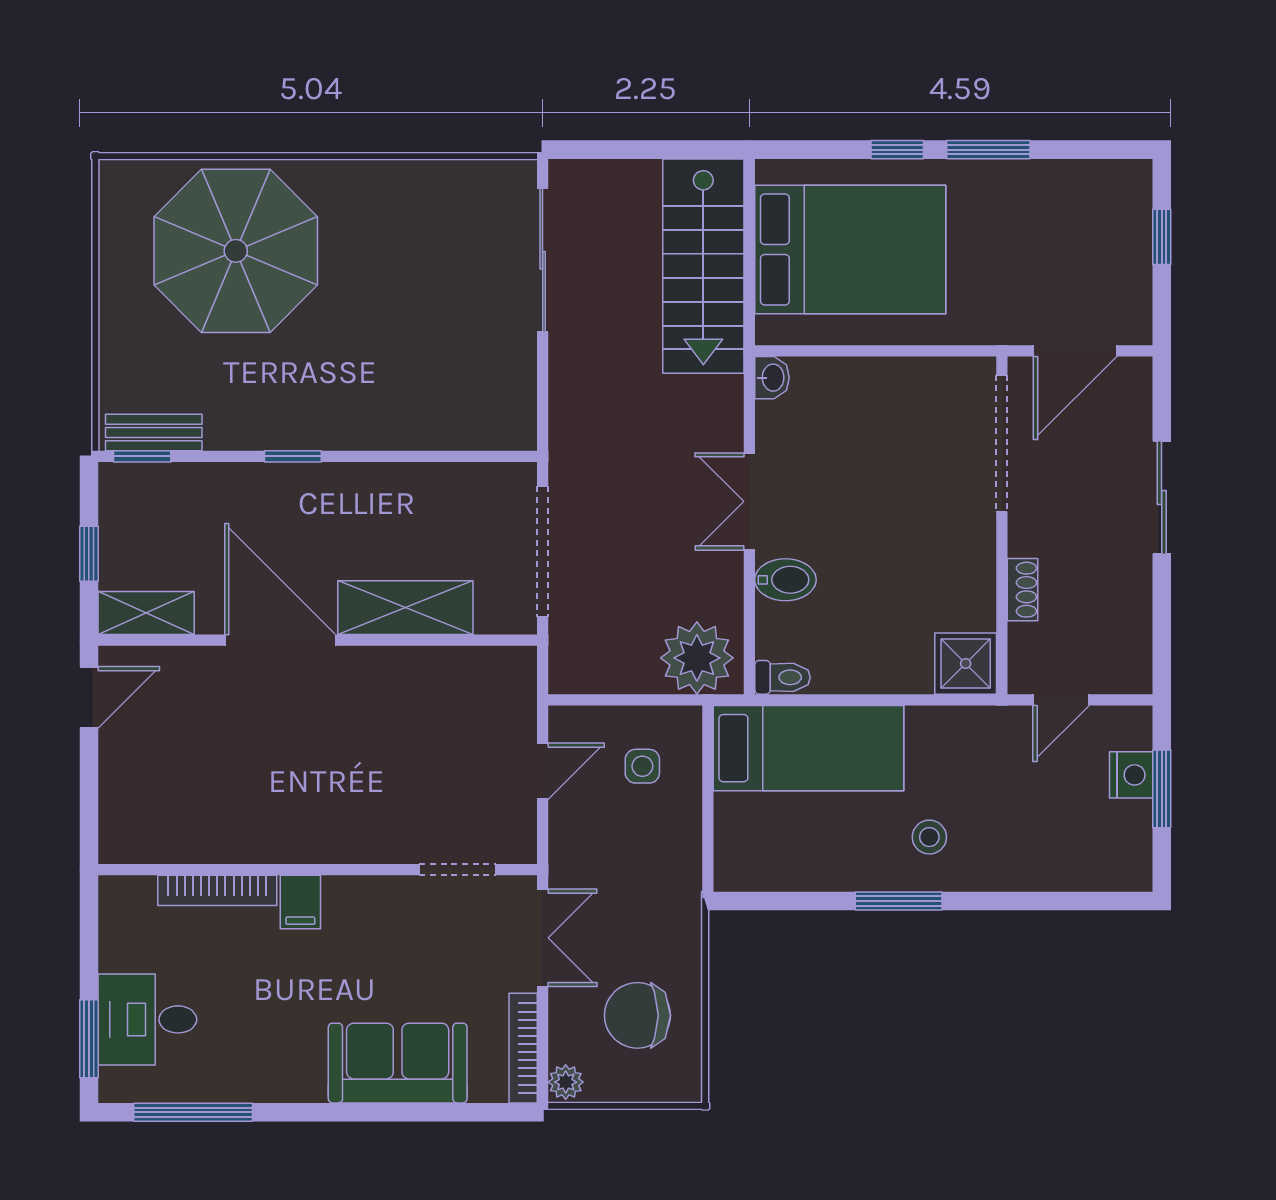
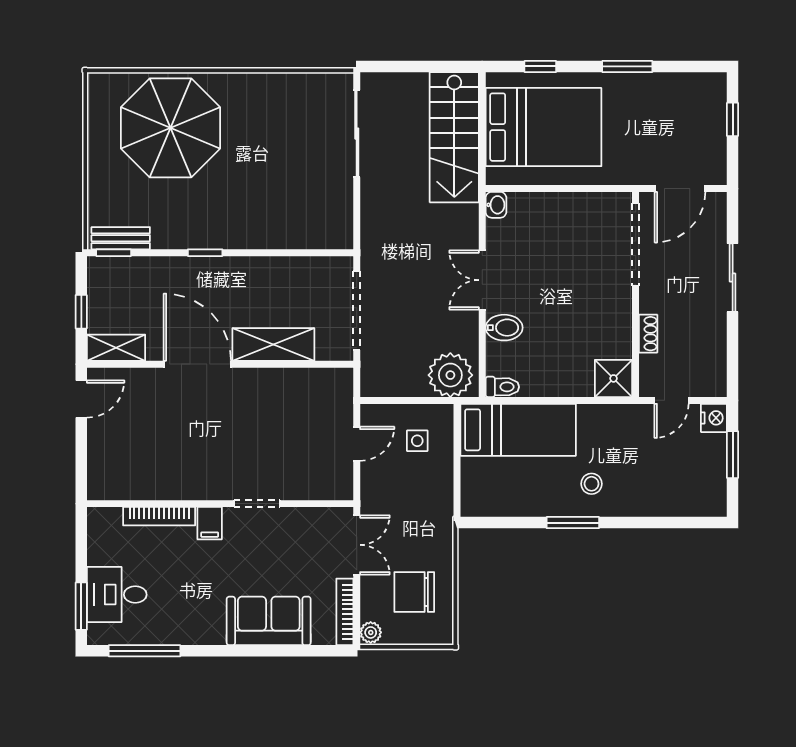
window: (897, 150) -> (540, 66), moved
nightstand: (1131, 775) -> (714, 418), moved
doorway: (458, 870) -> (257, 504), moved

